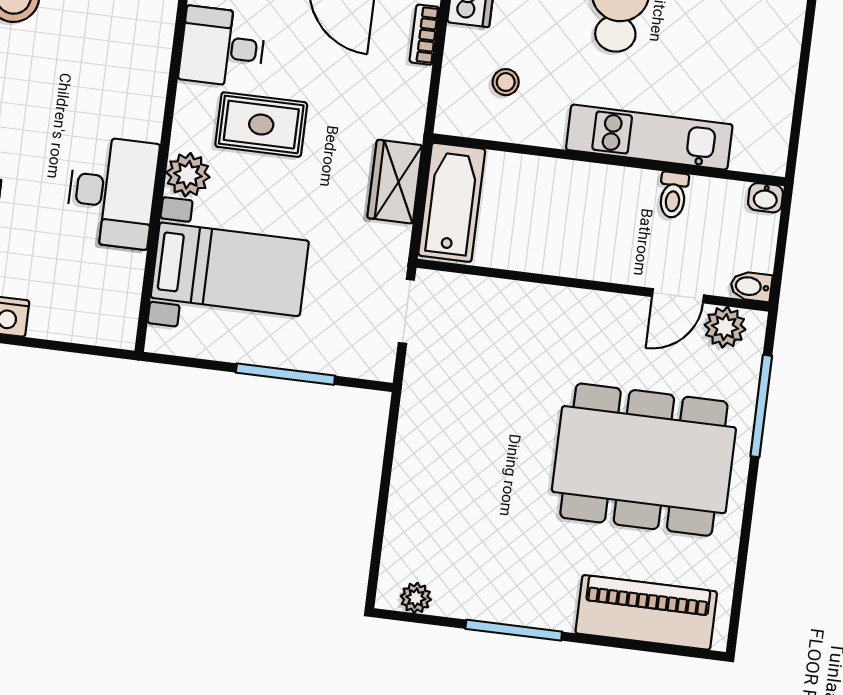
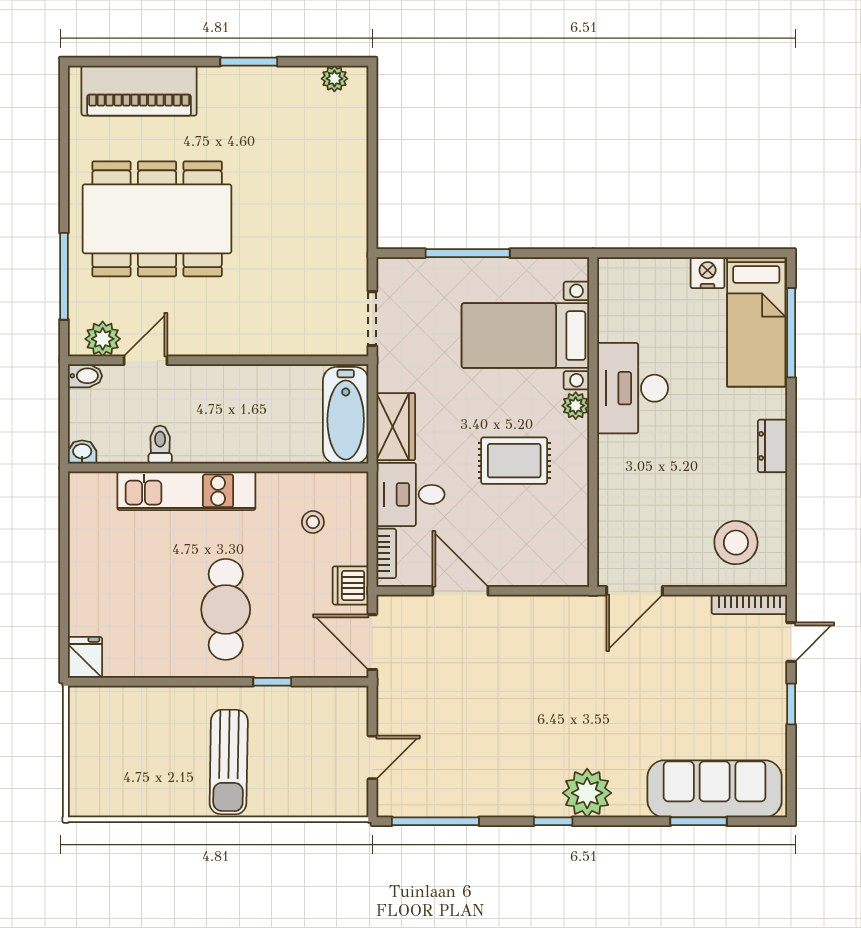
desk: (222, 47) -> (410, 494), moved, turned 180
plant: (188, 175) -> (576, 406), width x0.73, depth x0.73
window: (514, 630) -> (249, 62), width x0.69

